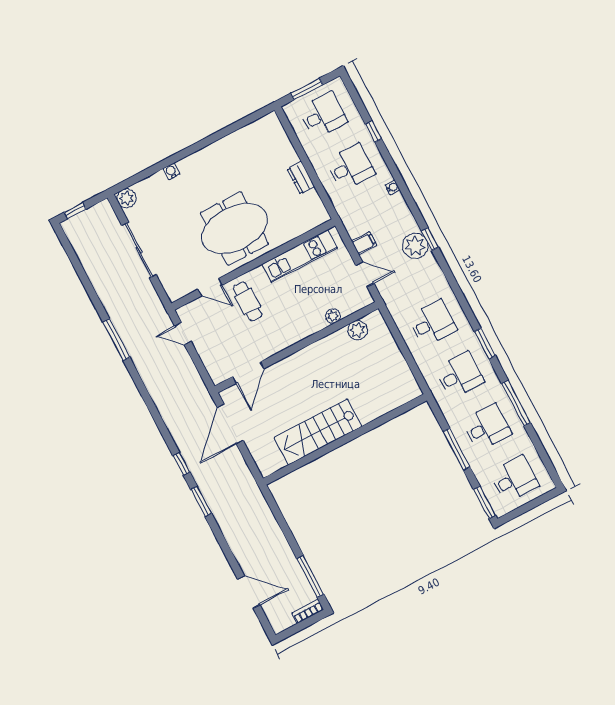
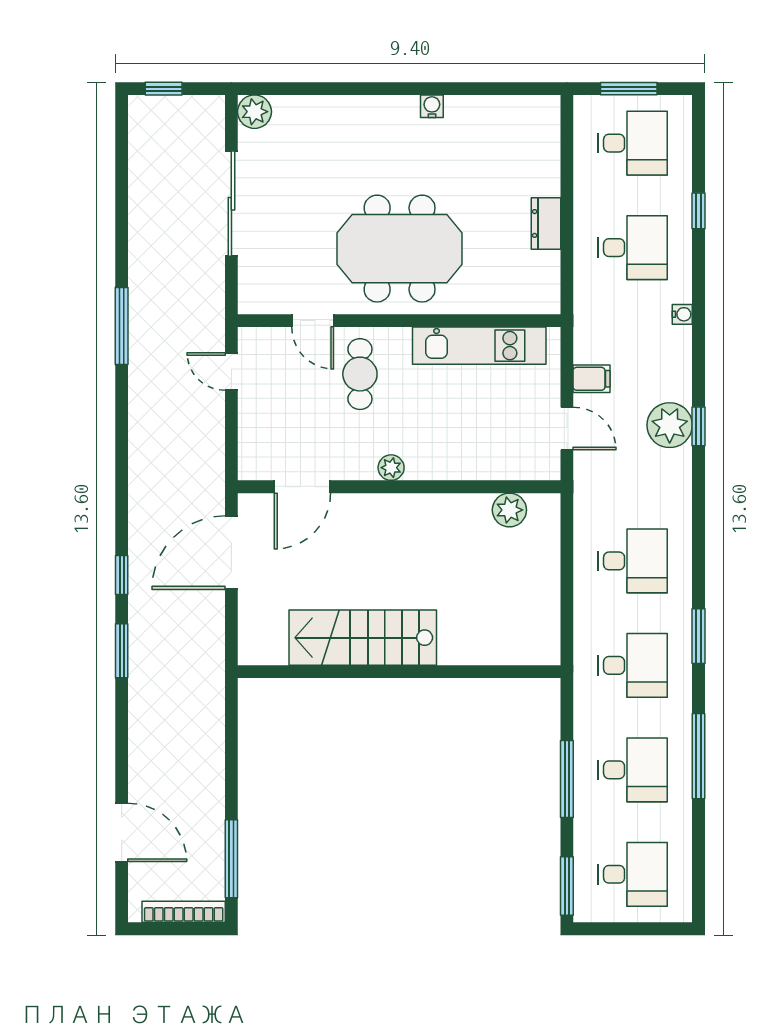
water cooler: (171, 171) -> (432, 106), moved
plant: (333, 316) -> (391, 468), moved
bookcase: (308, 612) -> (184, 912), width x1.56

